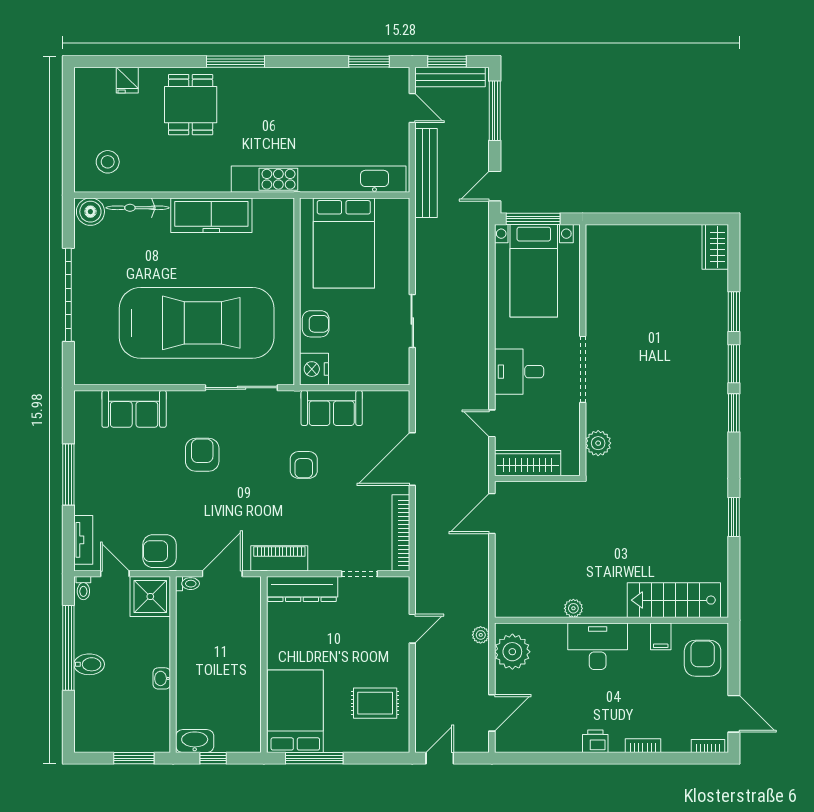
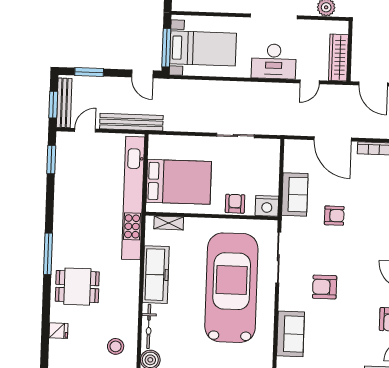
window: (495, 111) -> (89, 72), width x0.69
shelving: (285, 231) -> (169, 223), added
desk: (519, 372) -> (274, 61), width x1.37

